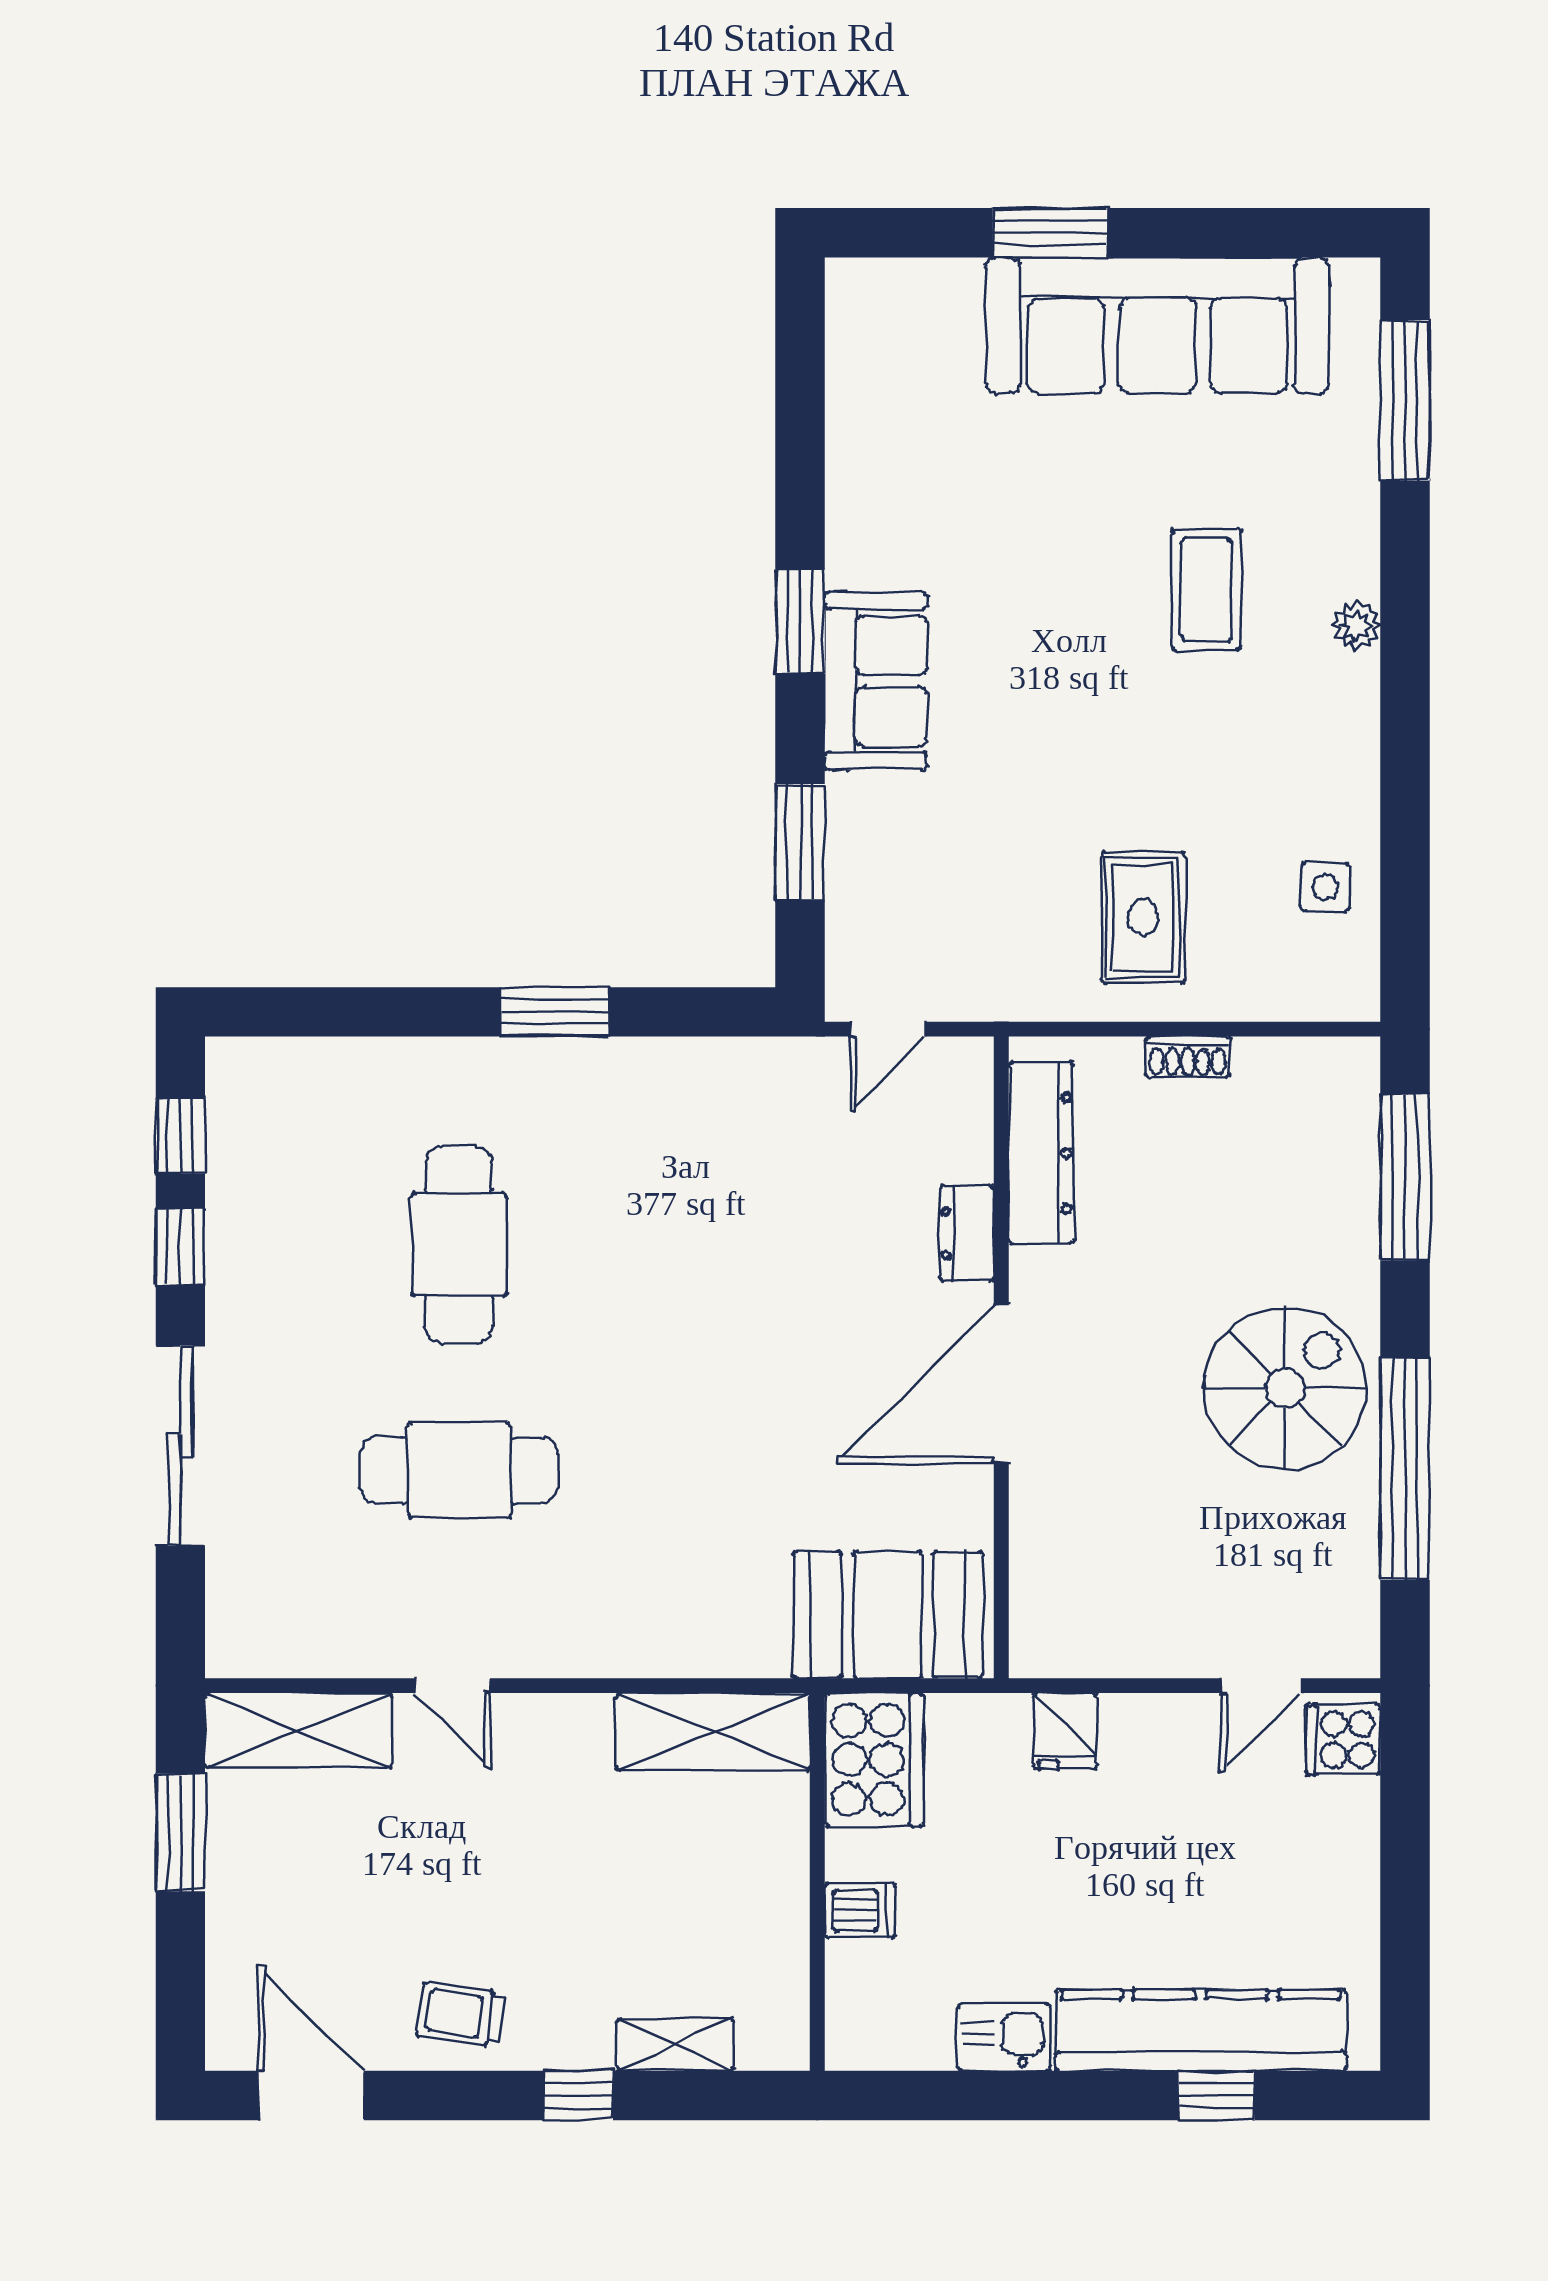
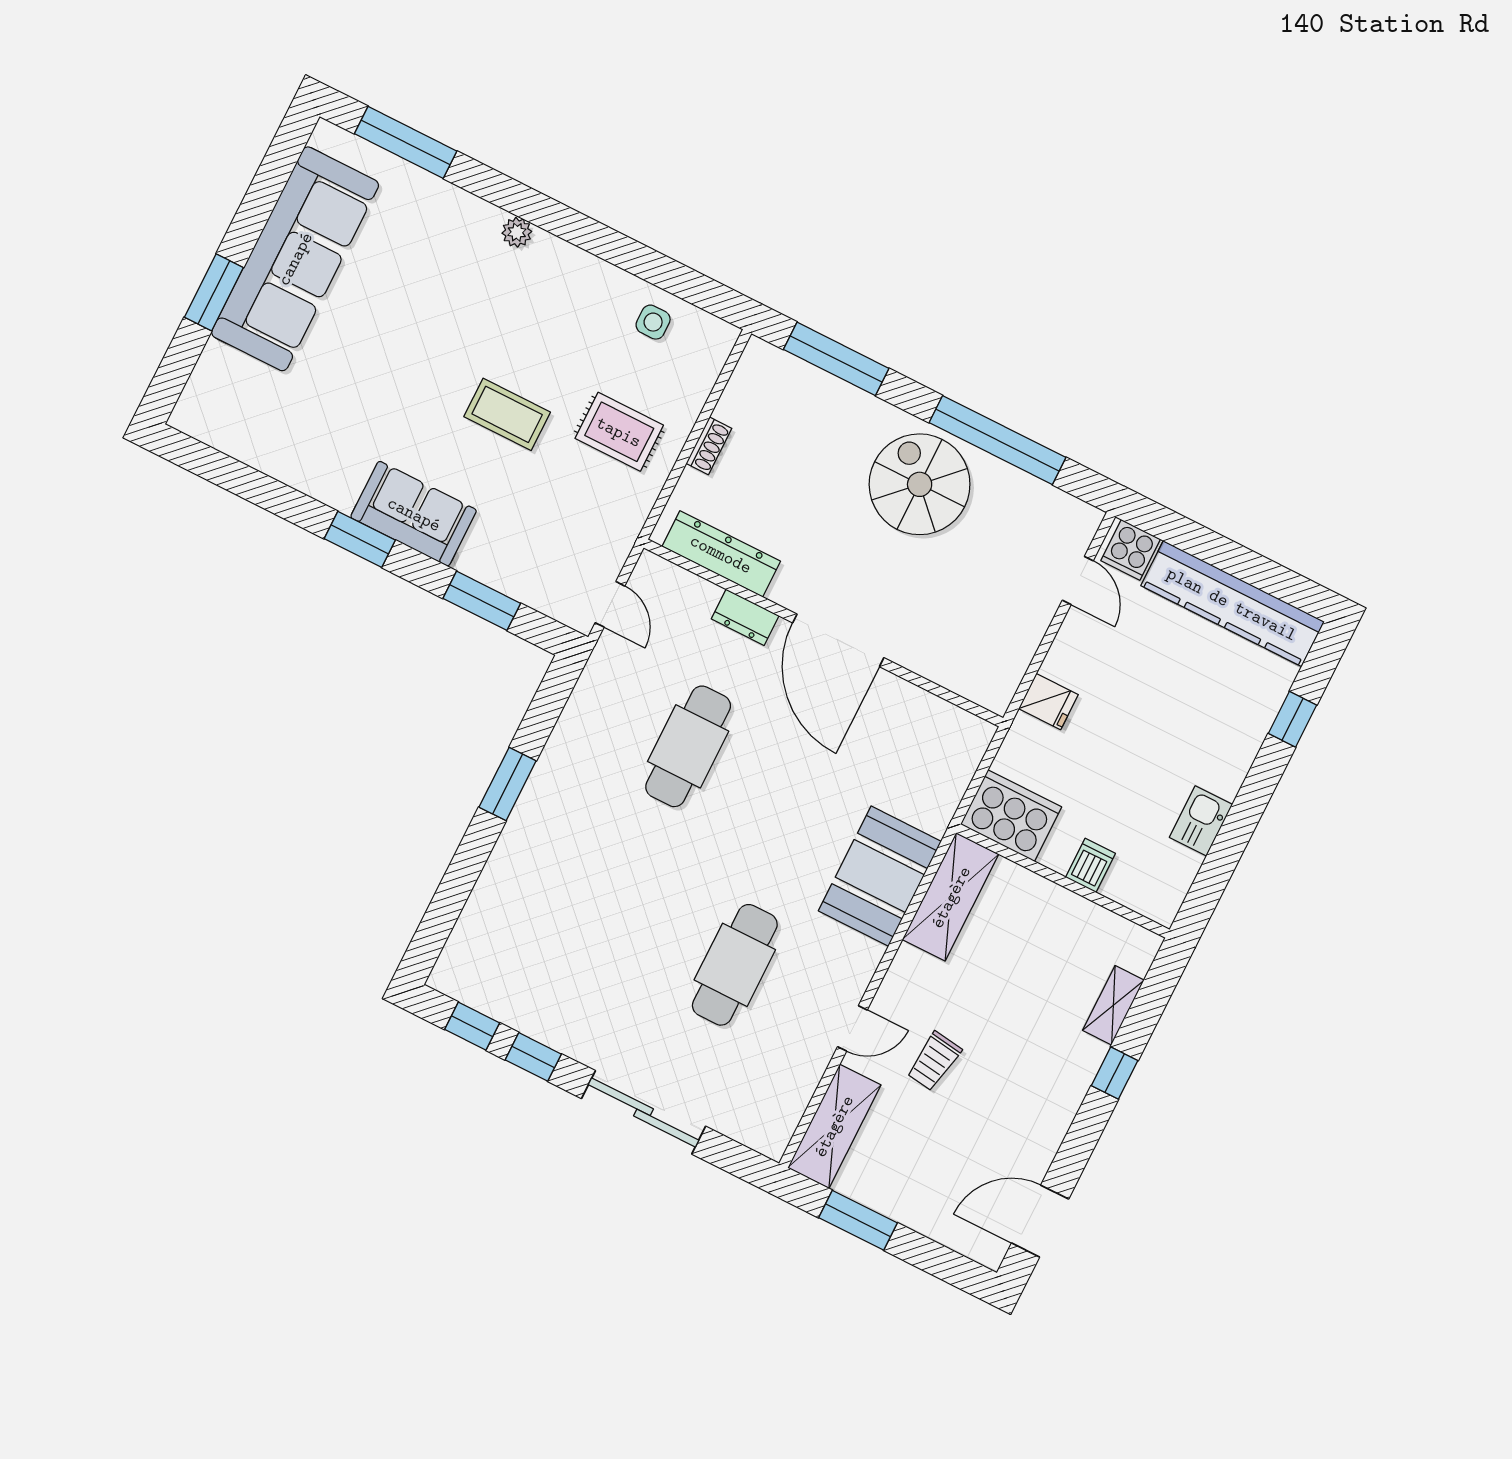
coffee table: (1207, 590) -> (507, 414), moved
cafe table: (459, 1245) -> (688, 746), moved, turned 90
booth: (888, 1615) -> (880, 876), moved
trolley: (461, 2015) -> (934, 1061), moved
kitchen counter: (1201, 2030) -> (1232, 604), moved, turned -90

